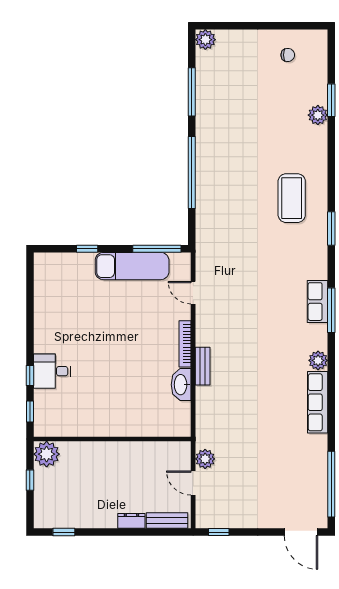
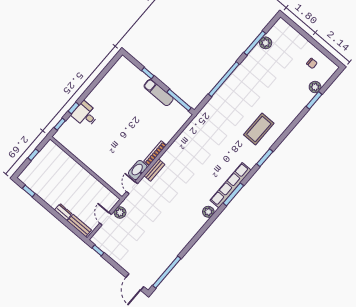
plant: (205, 40) -> (266, 43), moved
plant: (318, 115) -> (315, 87), moved
exam couch: (132, 266) -> (159, 92), width x0.73, depth x0.69
door: (193, 293) -> (132, 188), moved
row of seats: (318, 302) -> (231, 185), width x2.02
row of seats: (318, 402) -> (192, 230), removed
plant: (47, 454) -> (51, 150), removed

